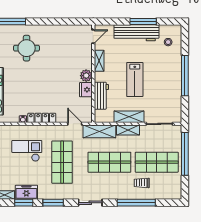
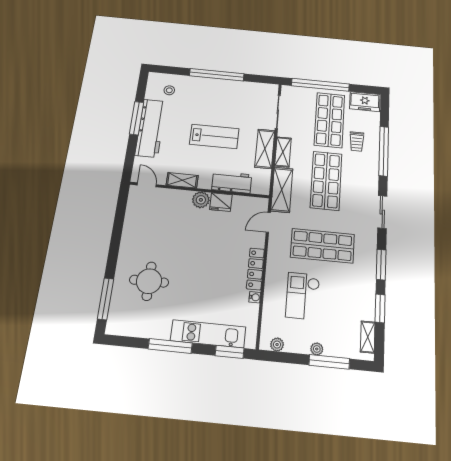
freezer: (26, 192) -> (365, 102), moved, turned -90

